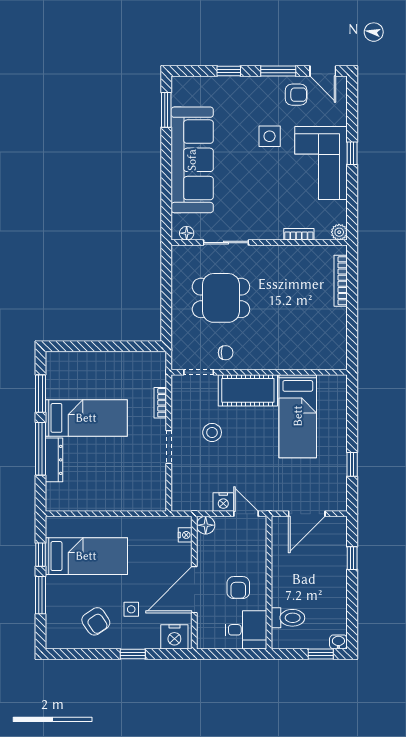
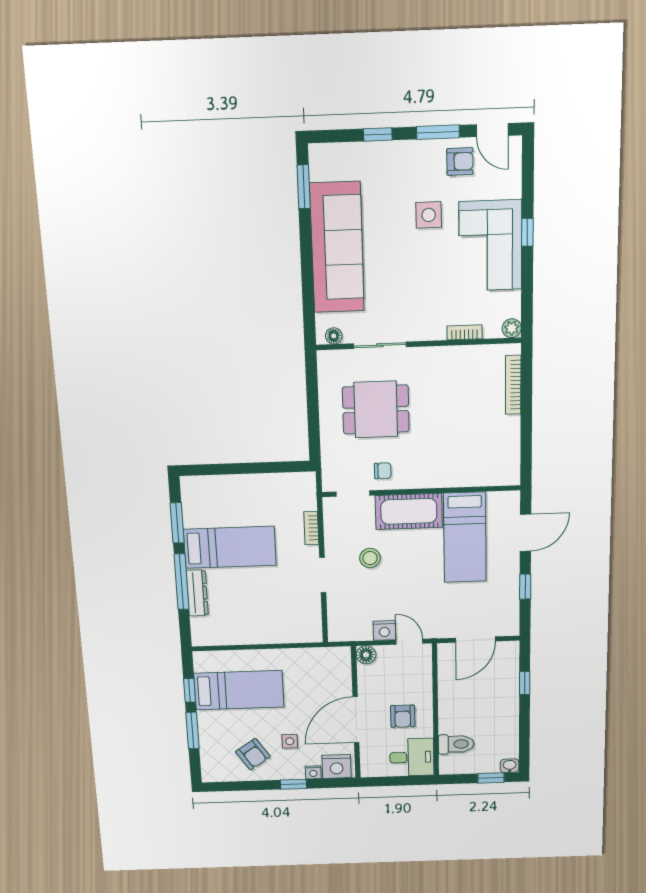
door: (352, 414) -> (526, 533), added
nightstand: (185, 535) -> (313, 772), moved, turned 90

